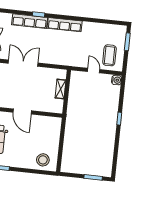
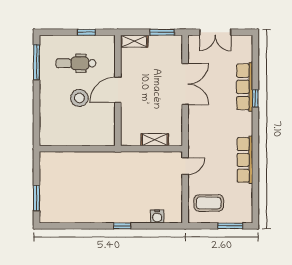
row of seats: (65, 25) -> (245, 160), moved
door: (94, 71) -> (185, 166), moved
water cooler: (117, 80) -> (157, 216), moved
stool: (43, 160) -> (79, 98), moved

